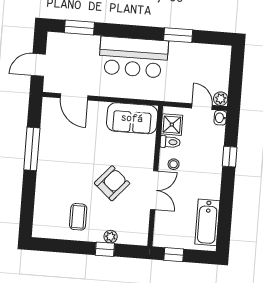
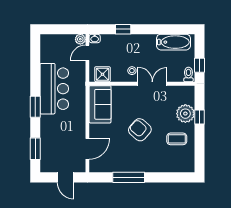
window: (178, 35) -> (35, 107), moved
bar counter: (133, 57) -> (54, 89), moved
toilet: (170, 142) -> (188, 74), moved
armchair: (112, 183) -> (140, 130), moved
plant: (111, 237) -> (185, 114), width x1.88, depth x1.88

